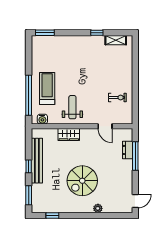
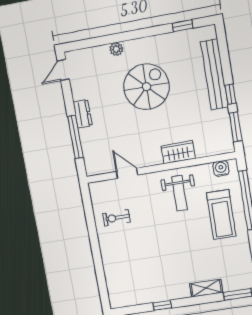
shelving: (116, 40) -> (206, 288), moved
dresser: (128, 150) -> (83, 114), moved
bench: (37, 161) -> (214, 74), moved
window: (29, 195) -> (236, 127), moved

